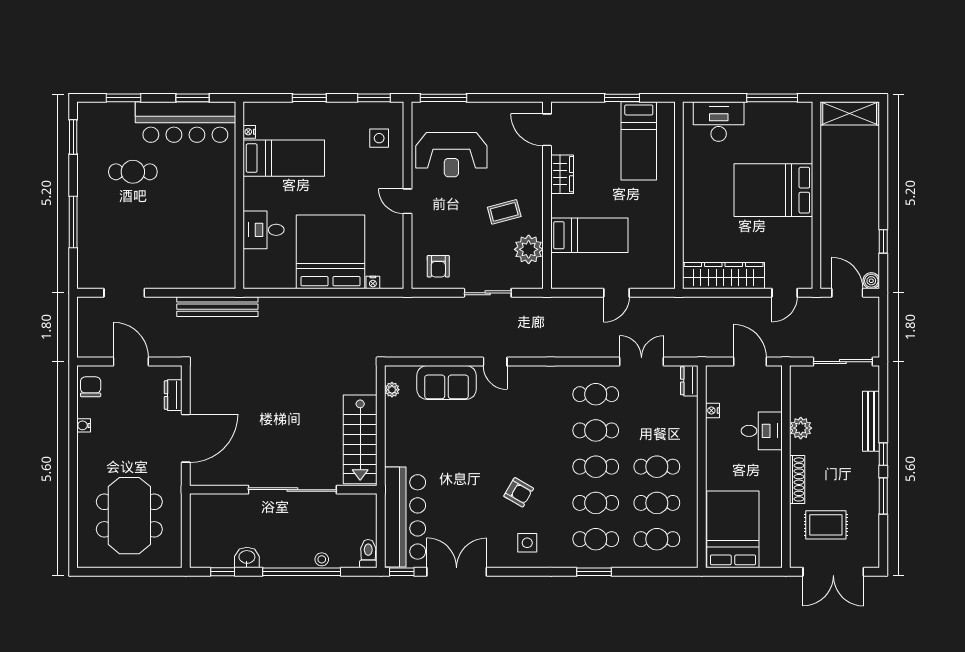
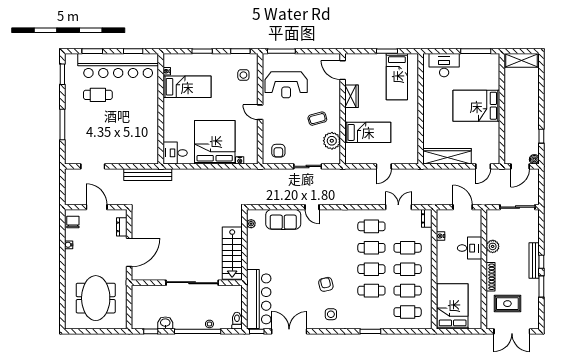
bar counter: (185, 122) -> (118, 66), width x1.36
desk: (264, 230) -> (175, 153), moved
door: (847, 293) -> (520, 166), swing flipped
bench: (871, 421) -> (534, 260), moved
armchair: (519, 492) -> (326, 284), turned -134
cafe table: (596, 539) -> (408, 248), moved

